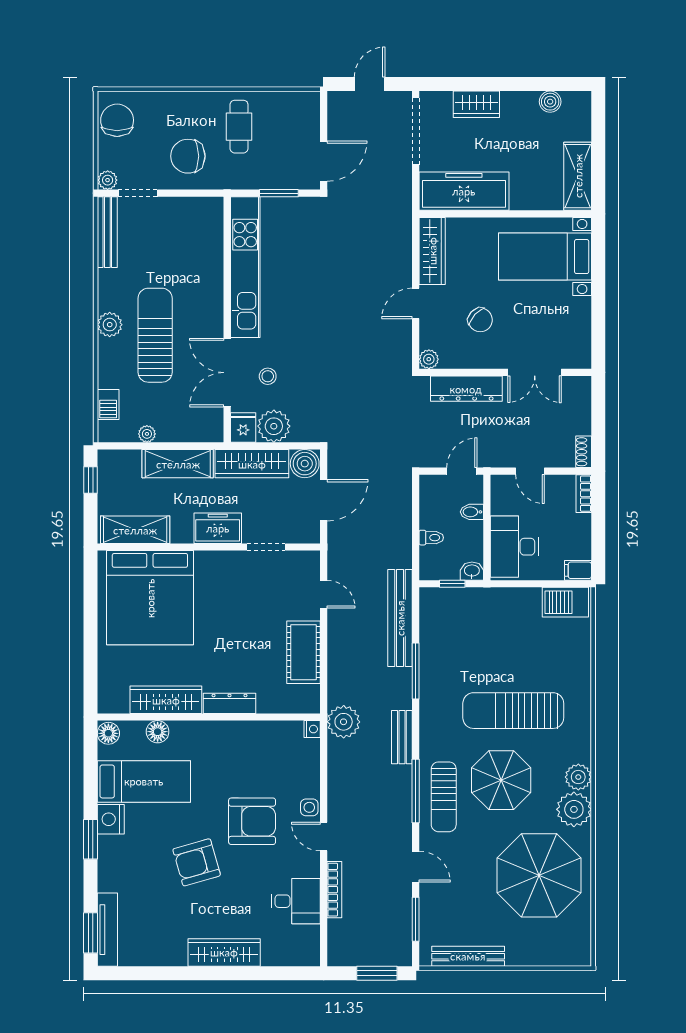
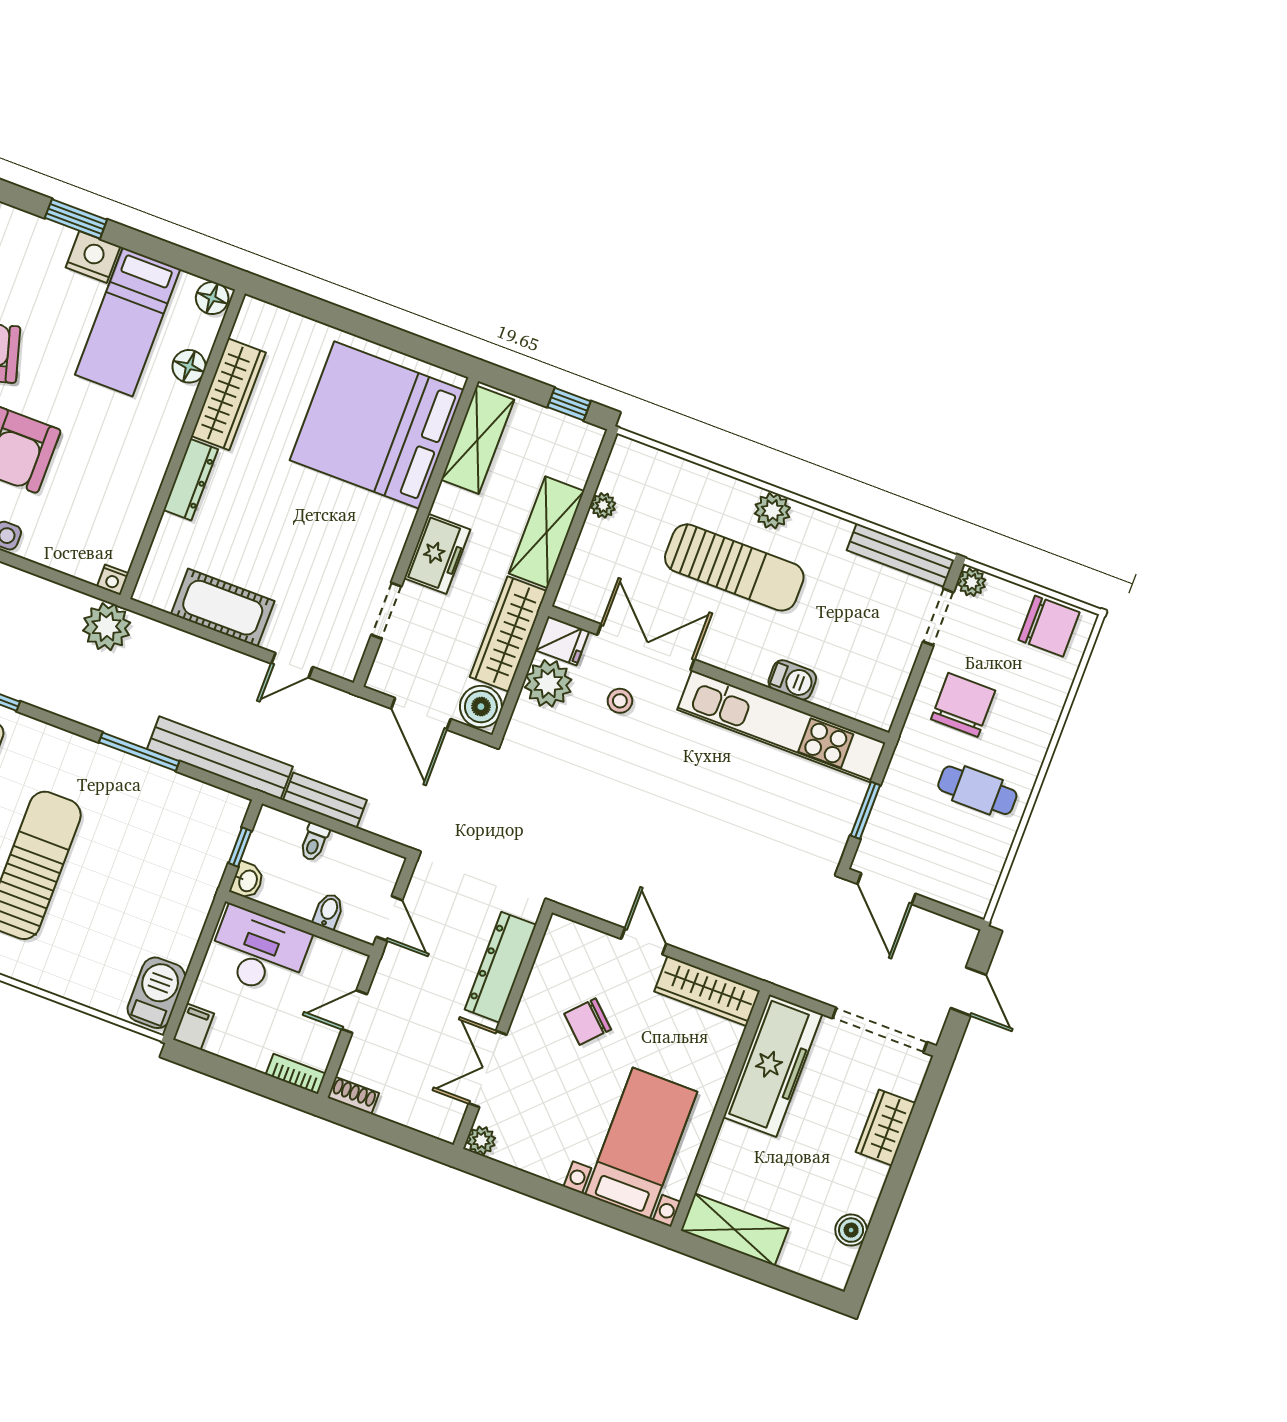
plant: (429, 359) -> (481, 1140), moved
barbecue: (108, 404) -> (792, 680), moved, turned 180
bench: (402, 737) -> (325, 800), moved

